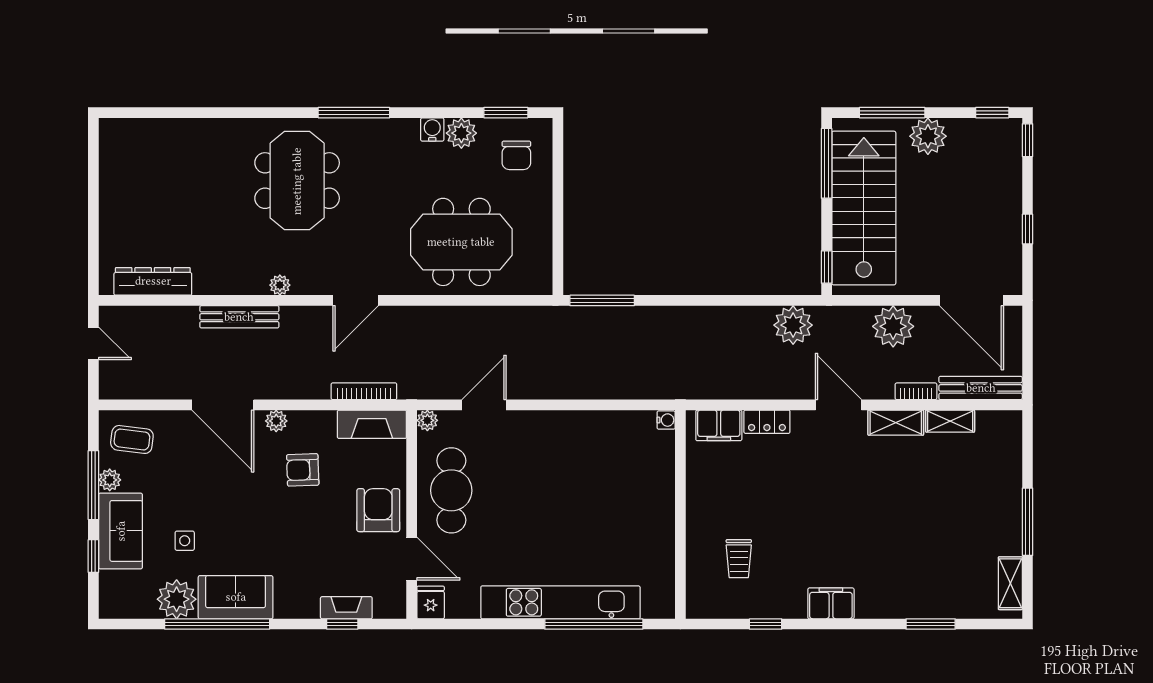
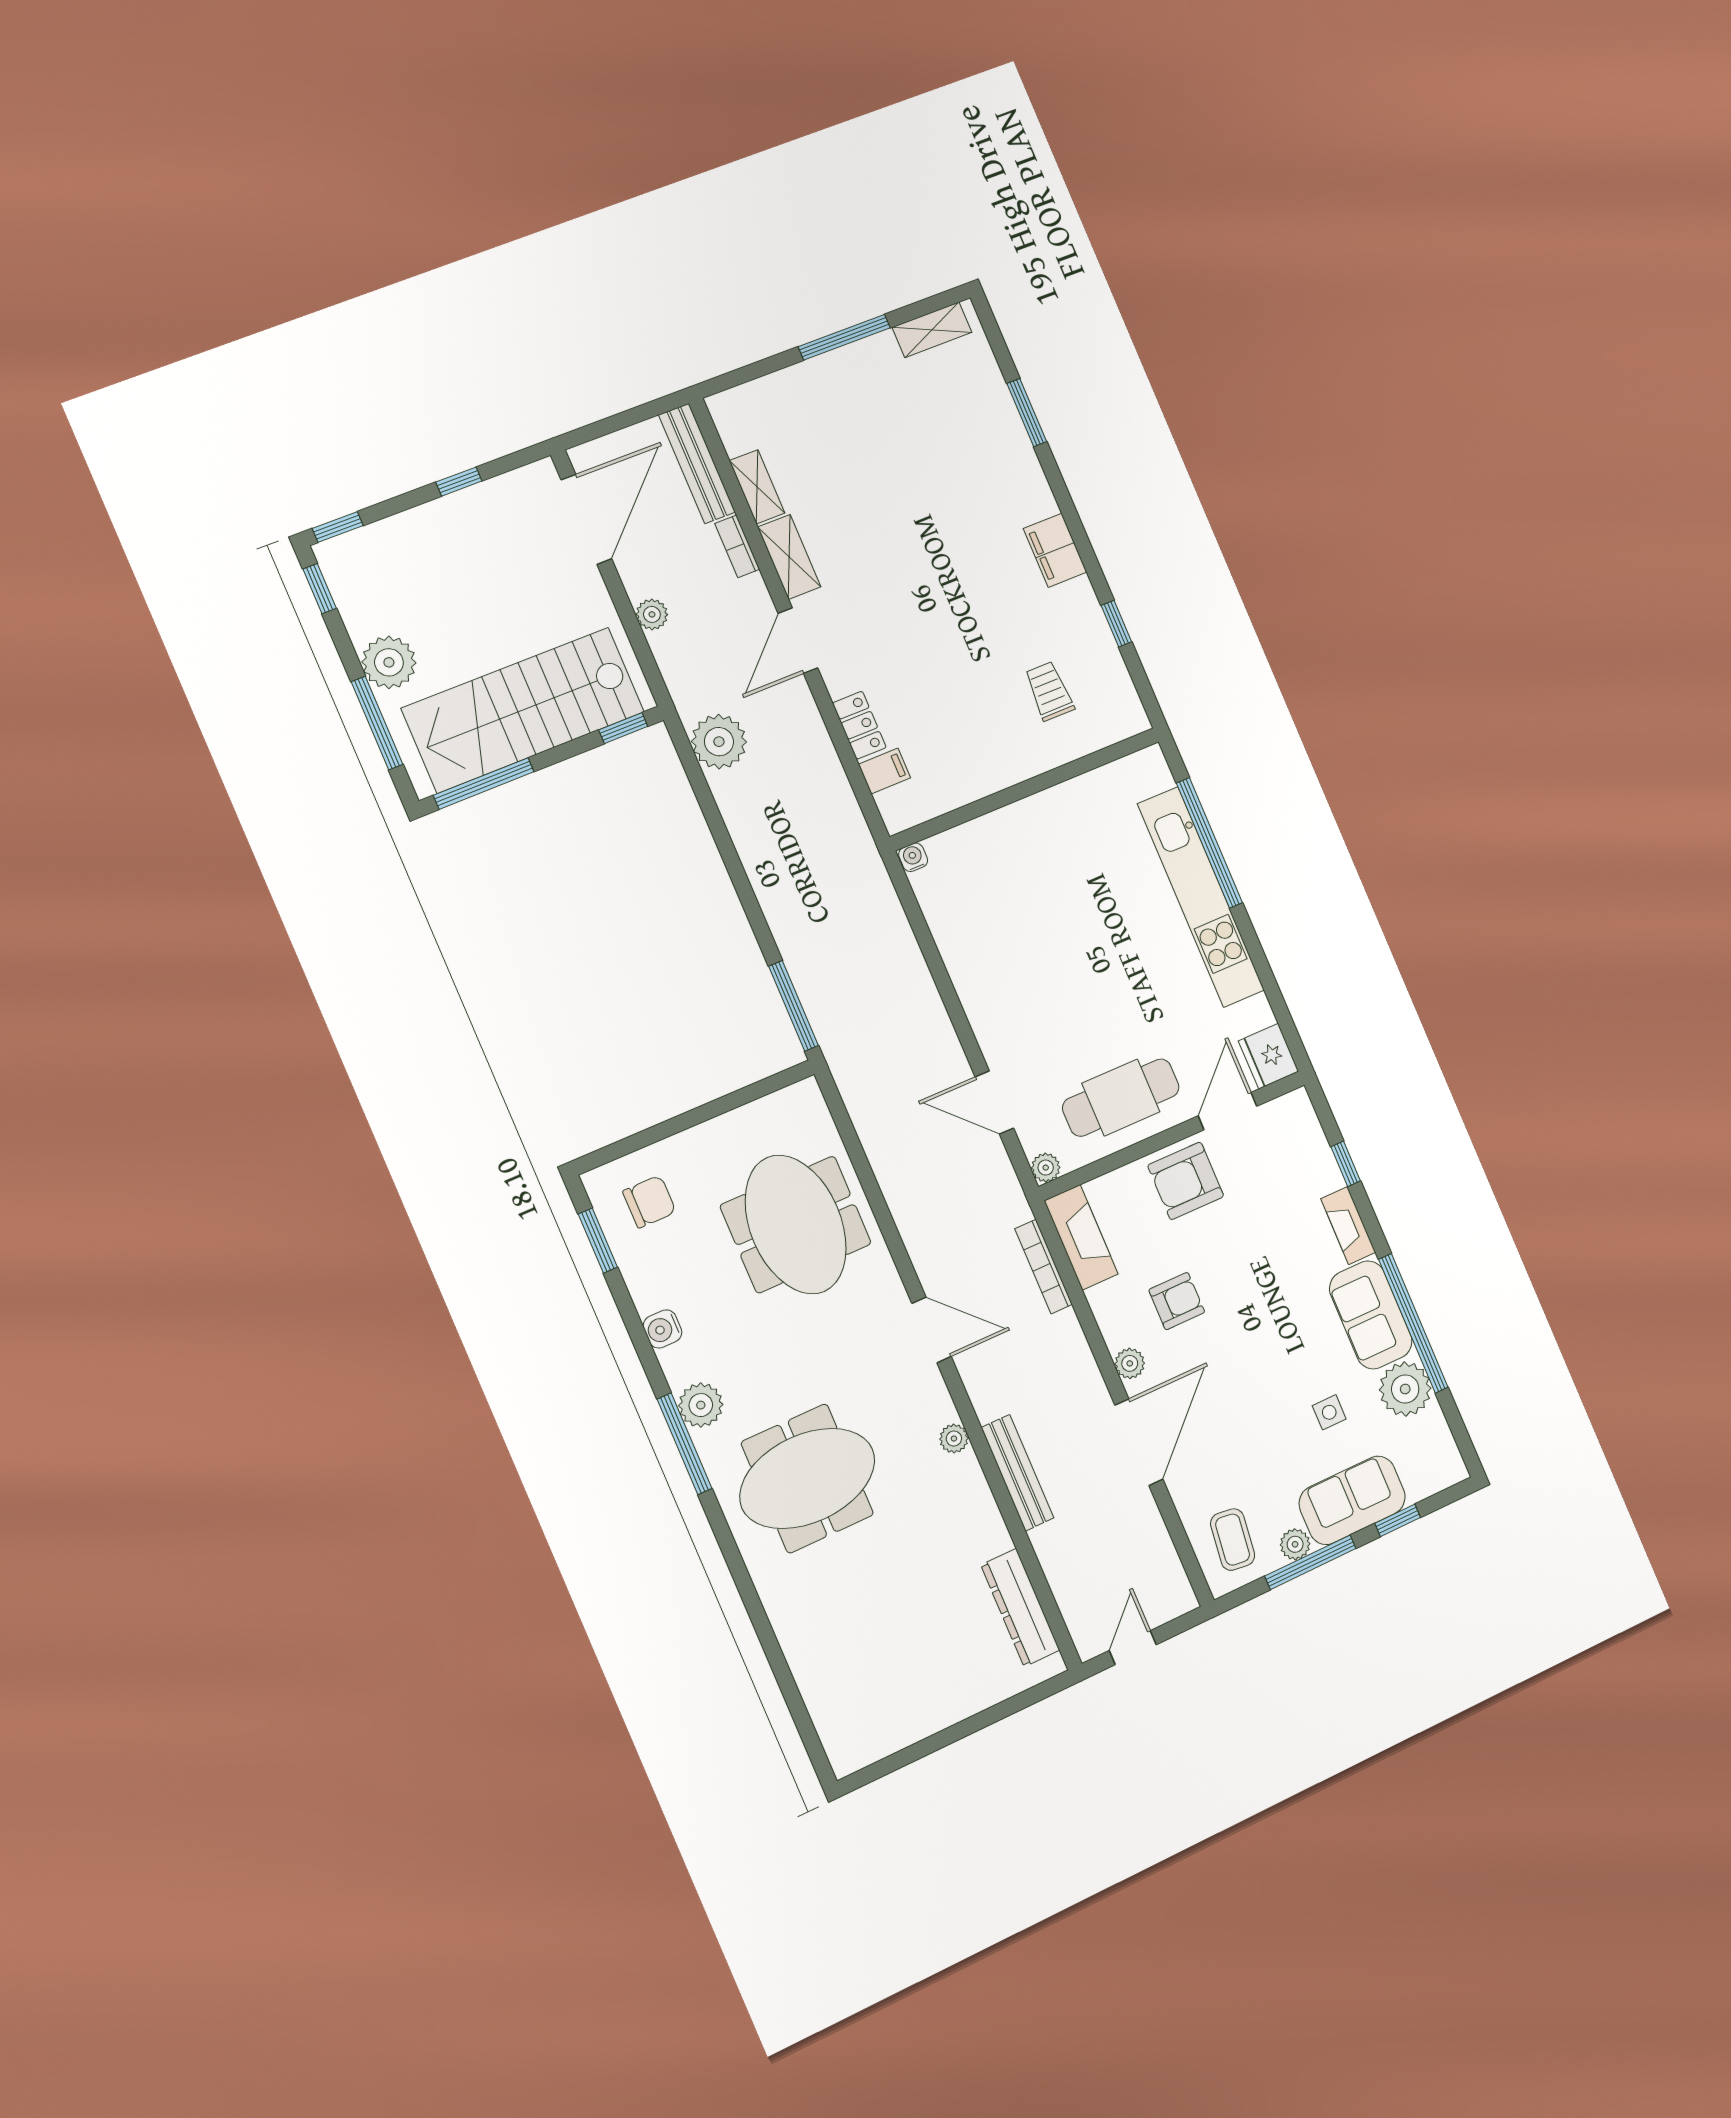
plant: (461, 133) -> (701, 1405), moved
plant: (893, 326) -> (652, 614), width x0.53, depth x0.53
filing cabinet: (719, 425) -> (884, 771), width x0.50
armchair: (303, 470) -> (1177, 1301), turned -88
trolley: (739, 559) -> (1049, 691), turned -90
fridge: (431, 602) -> (1269, 1056), width x1.38
fireplace: (346, 608) -> (1348, 1226), moved

